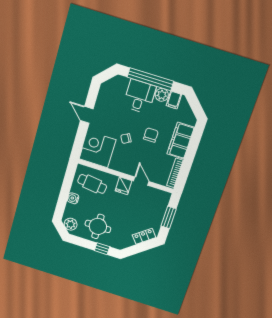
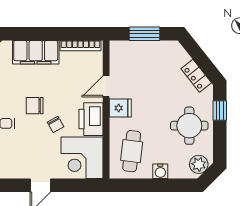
chair: (151, 135) -> (35, 106), moved
printer: (122, 164) -> (91, 119), added
locker: (144, 236) -> (196, 76), moved

